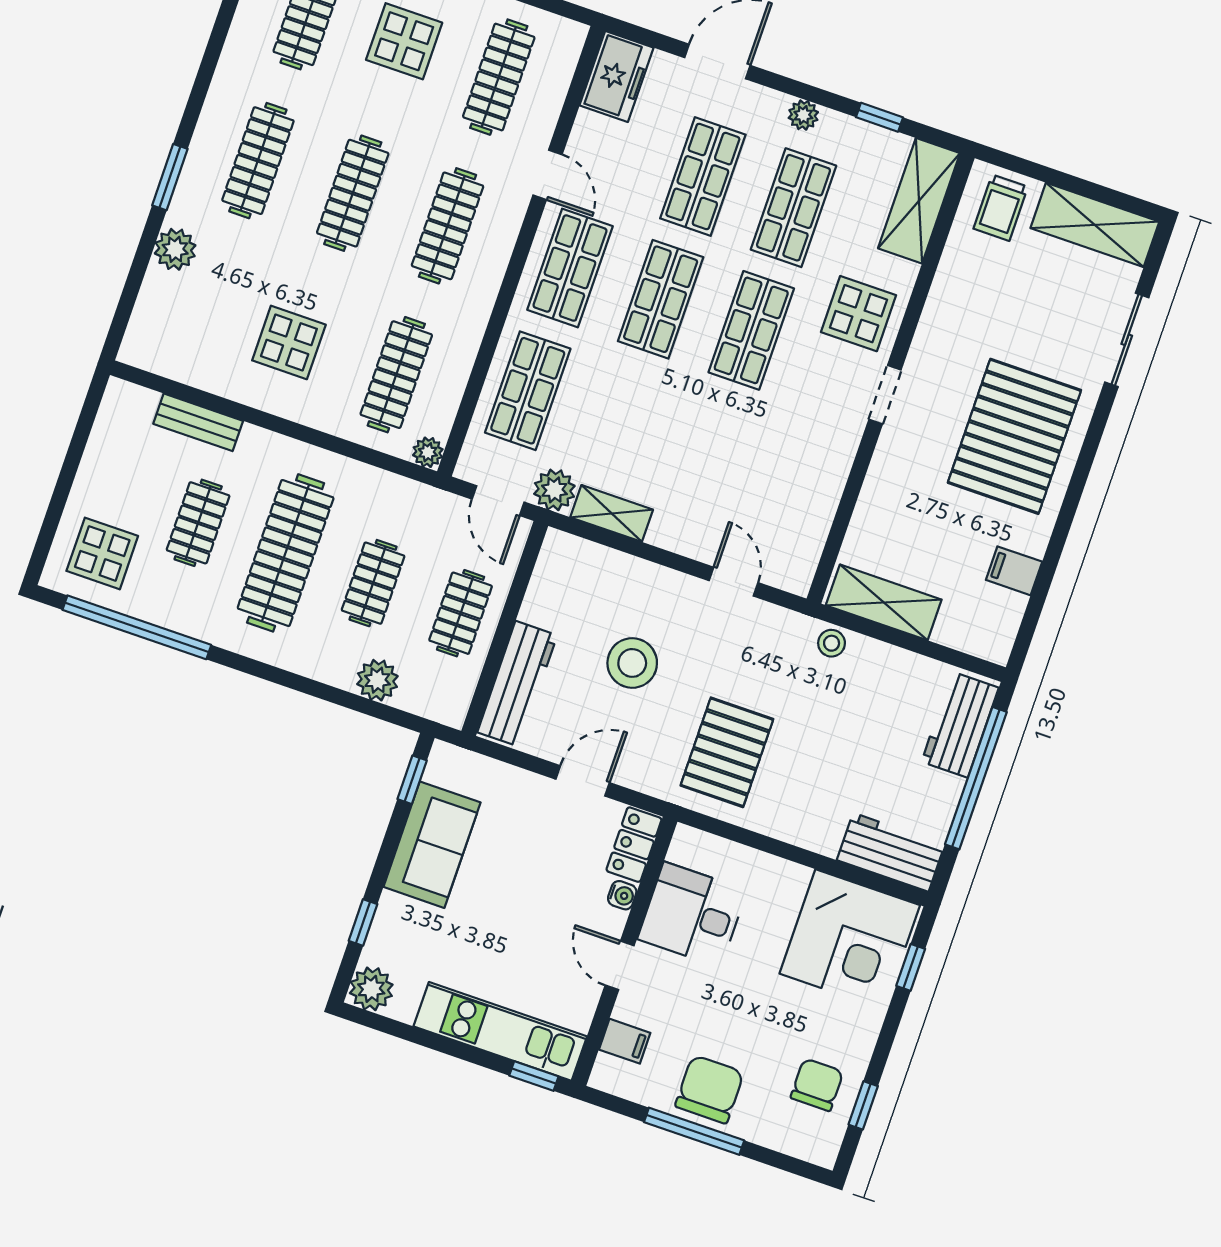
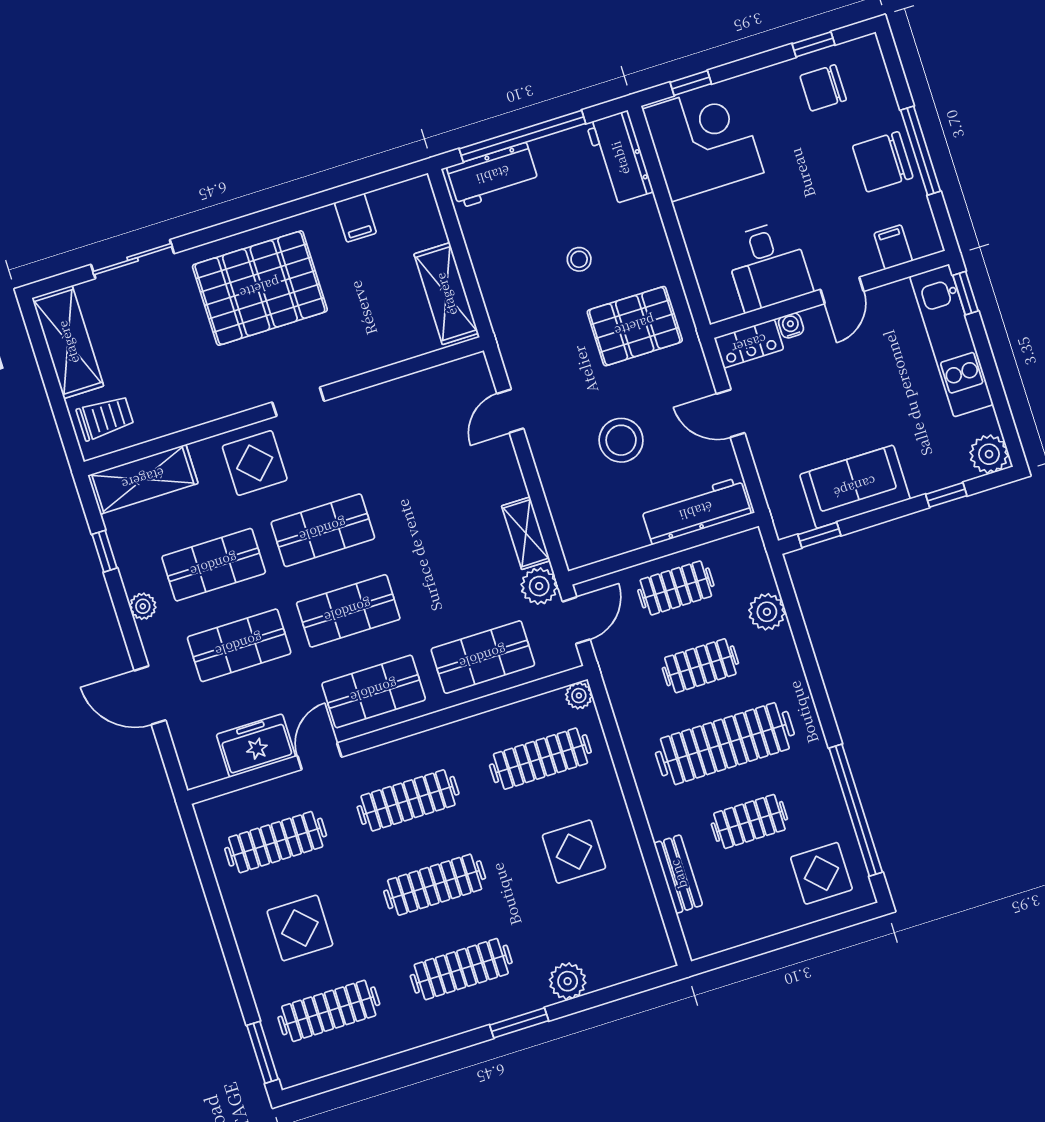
freezer: (616, 76) -> (256, 746), moved
stool: (832, 643) -> (579, 259), moved

